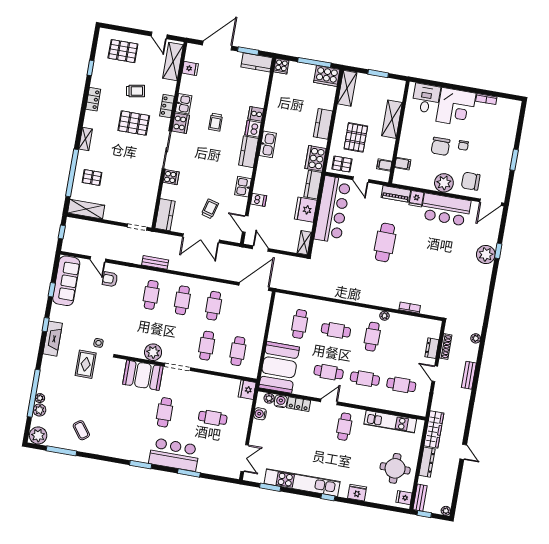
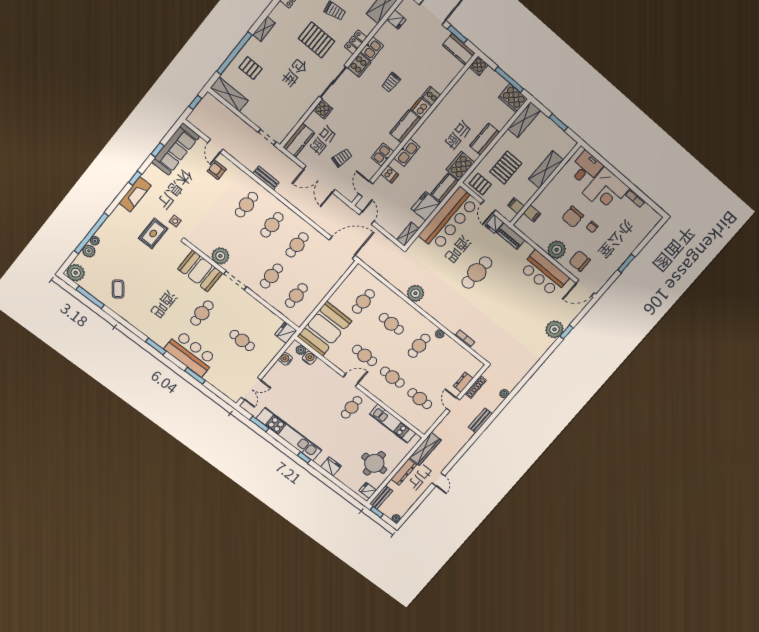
kitchen sink: (268, 144) -> (407, 152), moved
fridge: (416, 199) -> (494, 224), moved
plant: (341, 291) -> (415, 293), added
locker: (299, 404) -> (324, 368), removed

